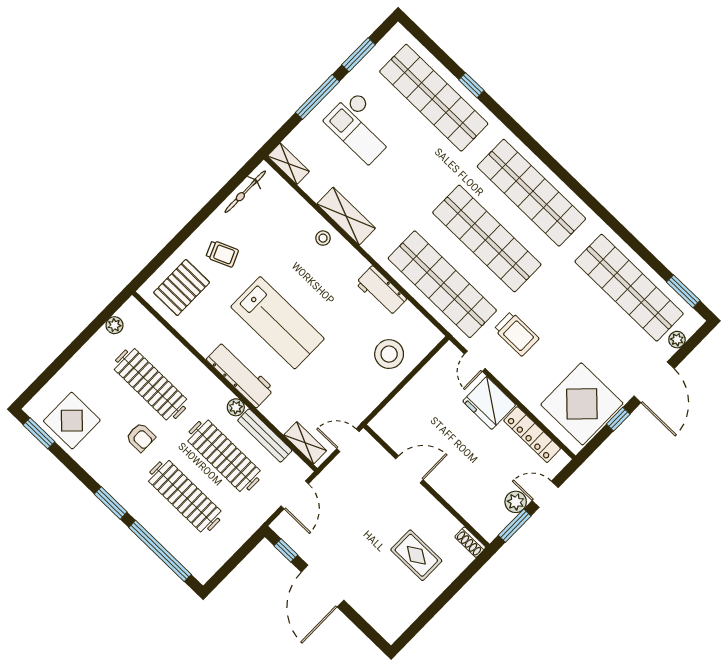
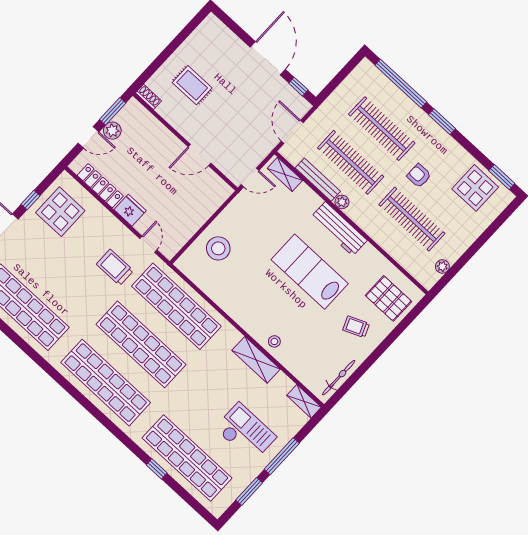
pallet: (182, 287) -> (388, 298), turned 90
workbench: (381, 291) -> (226, 300), removed
fridge: (489, 403) -> (130, 210), width x0.73, depth x0.75
display table: (582, 404) -> (60, 212), width x0.73, depth x0.73

